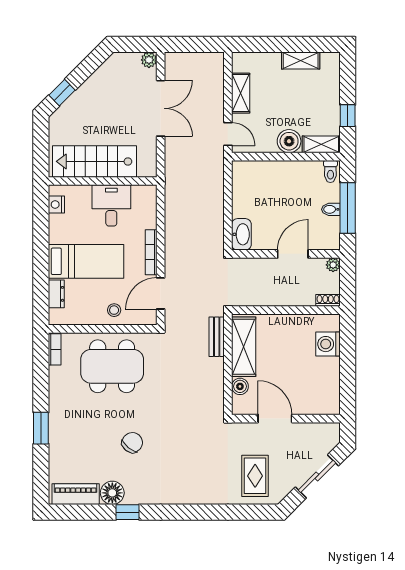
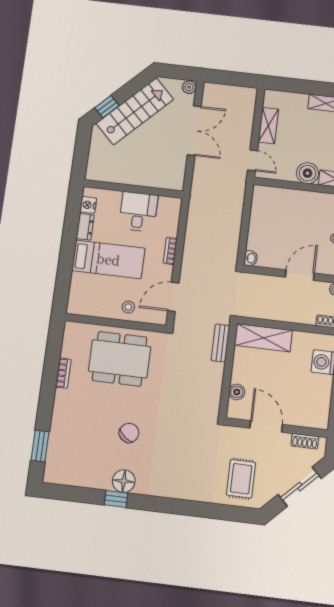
stairs: (94, 161) -> (135, 111), moved, turned 135
washbasin: (241, 234) -> (251, 258), width x0.52, depth x0.69
bookcase: (151, 252) -> (170, 251), width x0.64
dresser: (56, 294) -> (85, 227), moved
shelving: (244, 347) -> (263, 338), moved, turned 90
bookcase: (55, 349) -> (63, 373), moved
window: (41, 428) -> (40, 446), moved
shoe rack: (317, 429) -> (305, 441), added
floor lamp: (112, 493) -> (124, 481), moved
piano: (76, 494) -> (69, 476), removed

